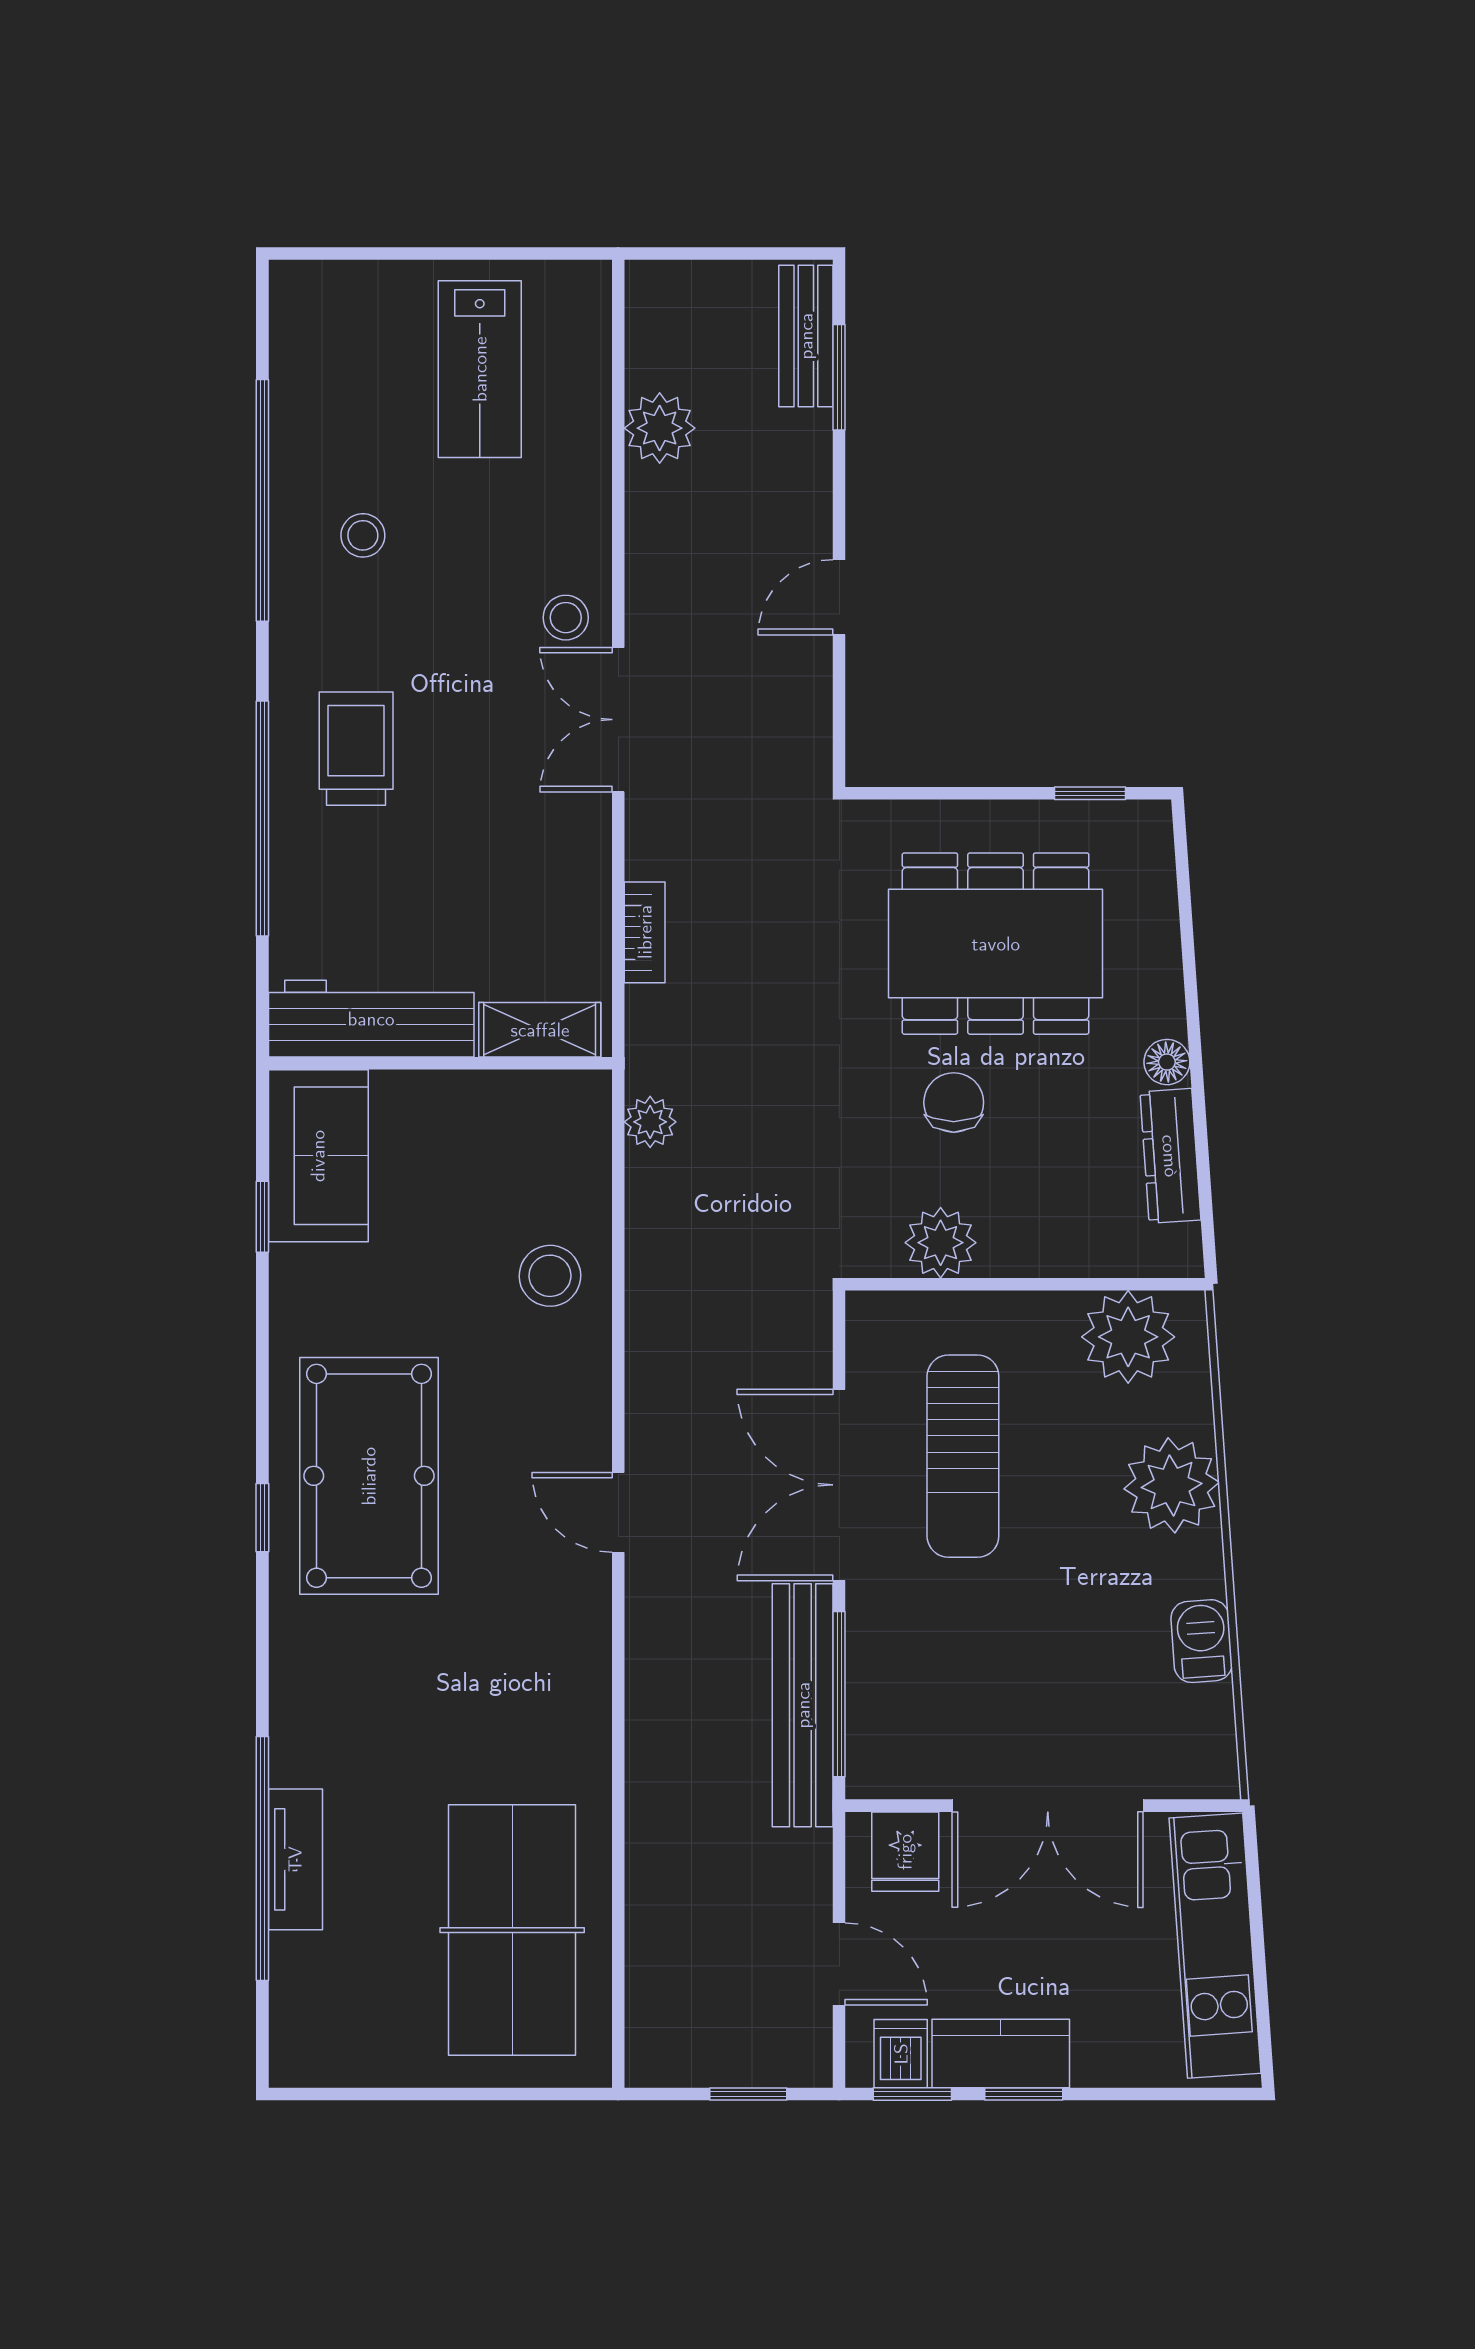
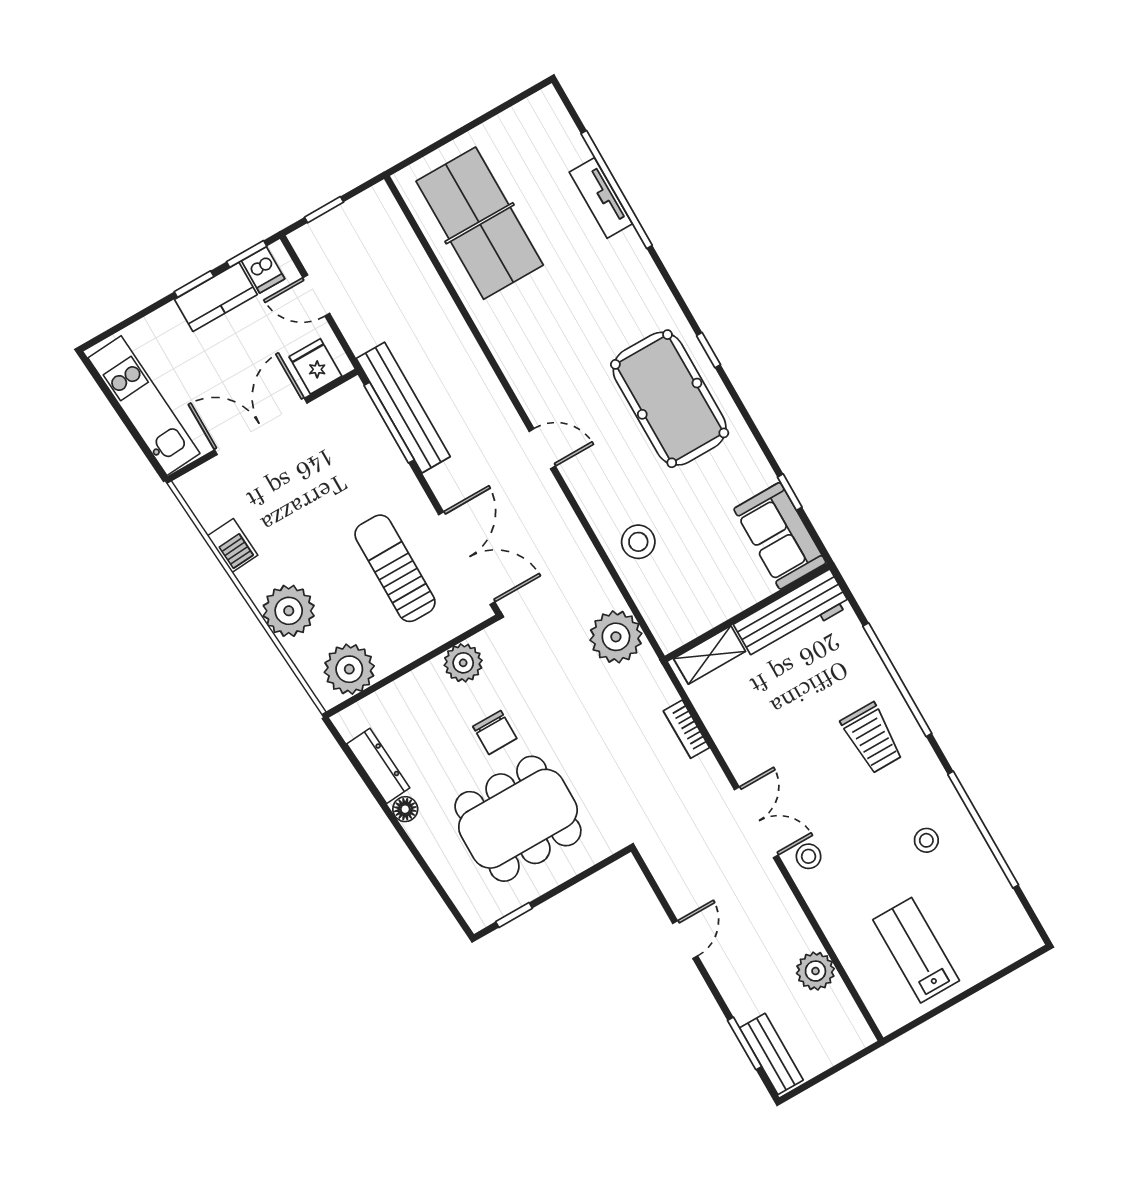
plant: (650, 1122) -> (616, 637), width x1.87, depth x1.87
double door: (839, 1485) -> (467, 558), moved

